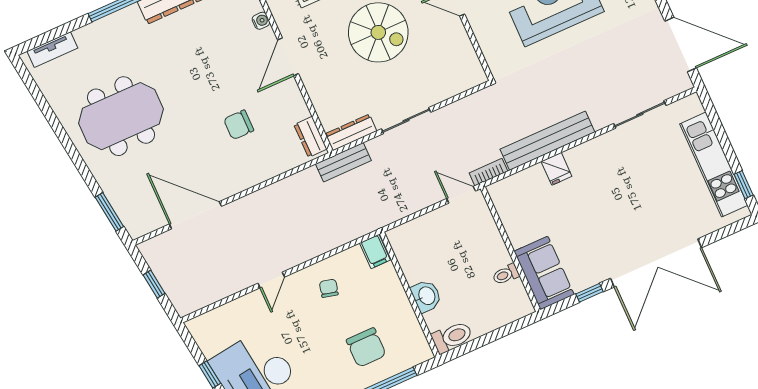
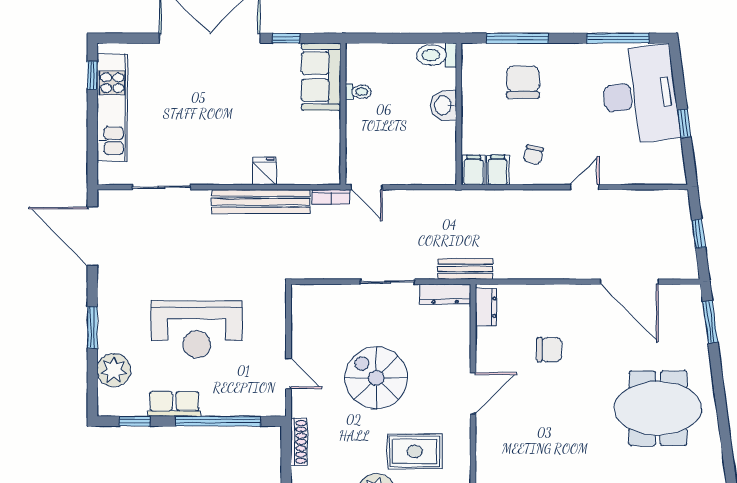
water cooler: (261, 21) -> (483, 439), removed
filing cabinet: (354, 261) -> (498, 170), added

